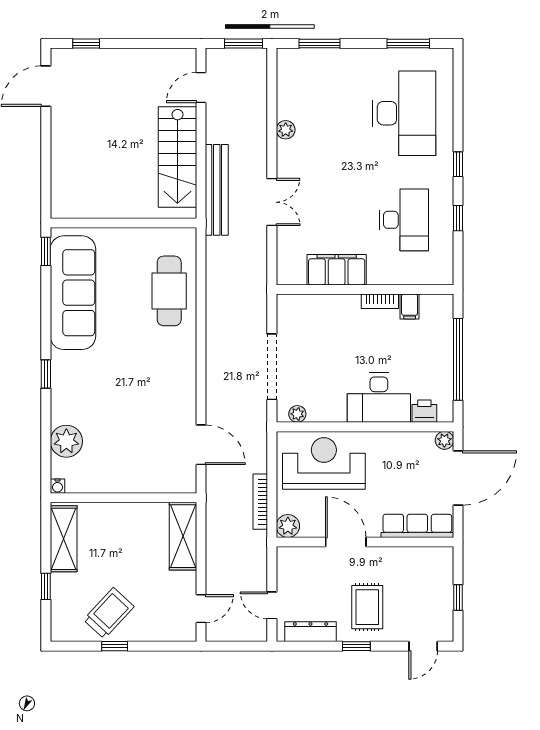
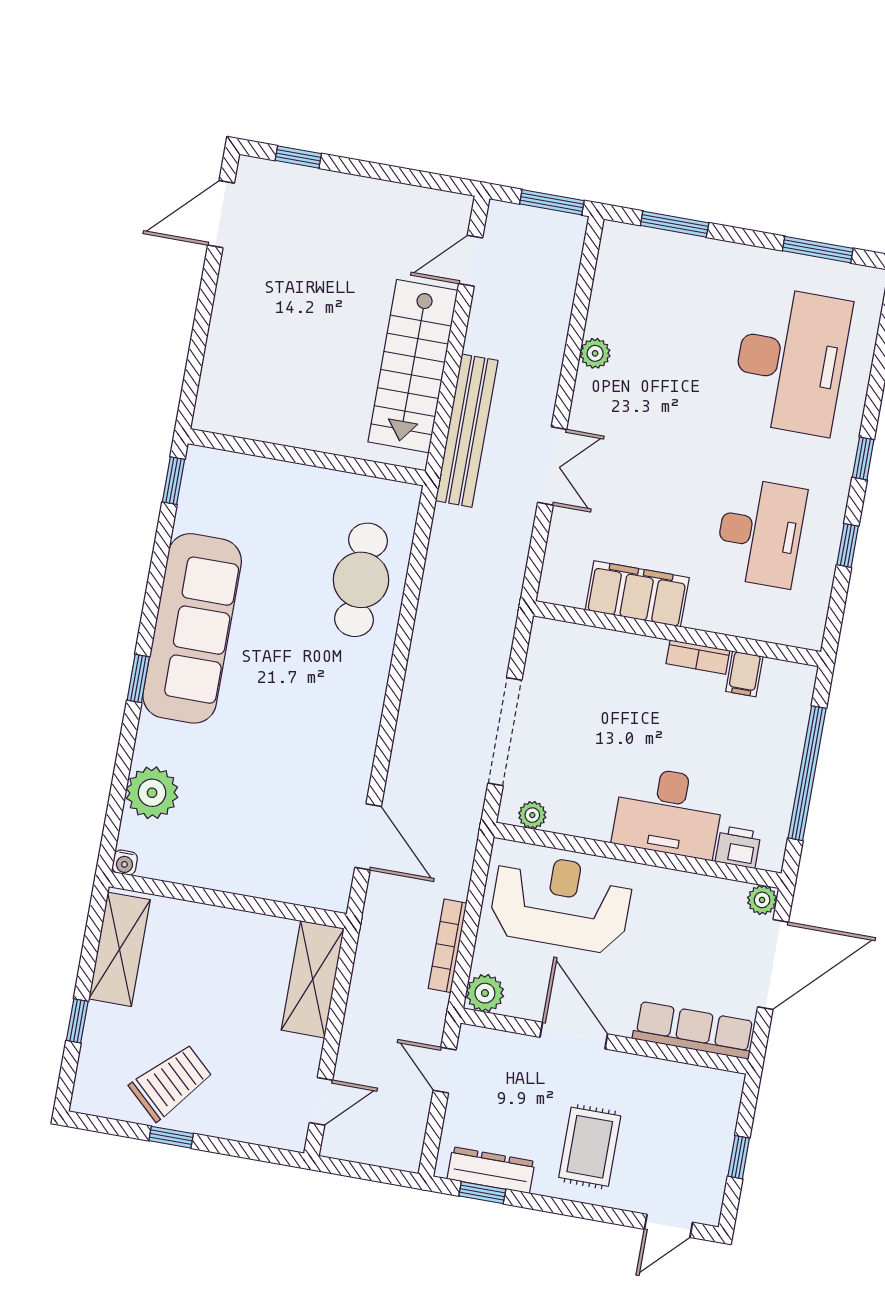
sofa: (73, 293) -> (192, 628), moved
door: (272, 605) -> (445, 1070), moved
window: (356, 646) -> (482, 1193), moved

